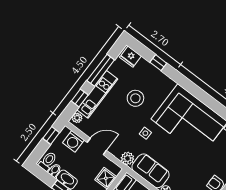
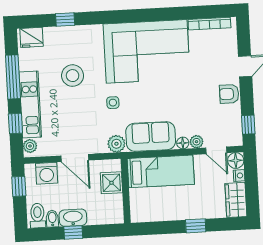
door: (97, 146) -> (75, 158), swing flipped

